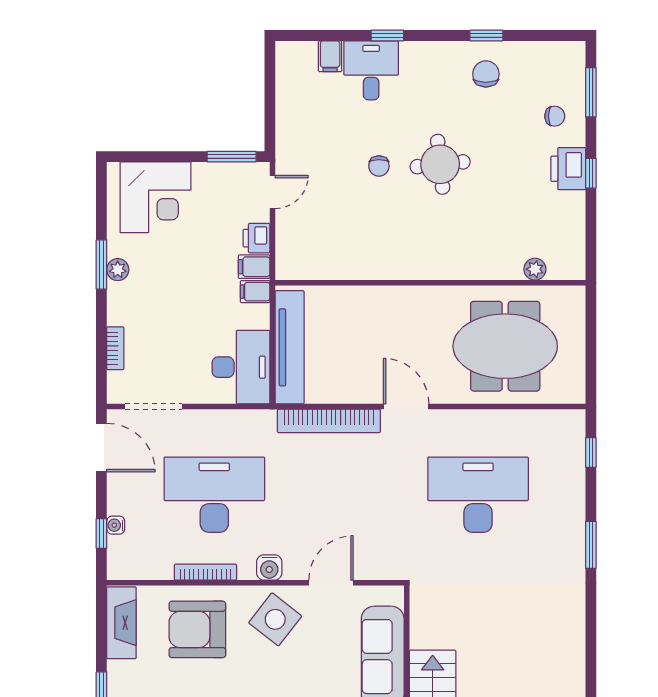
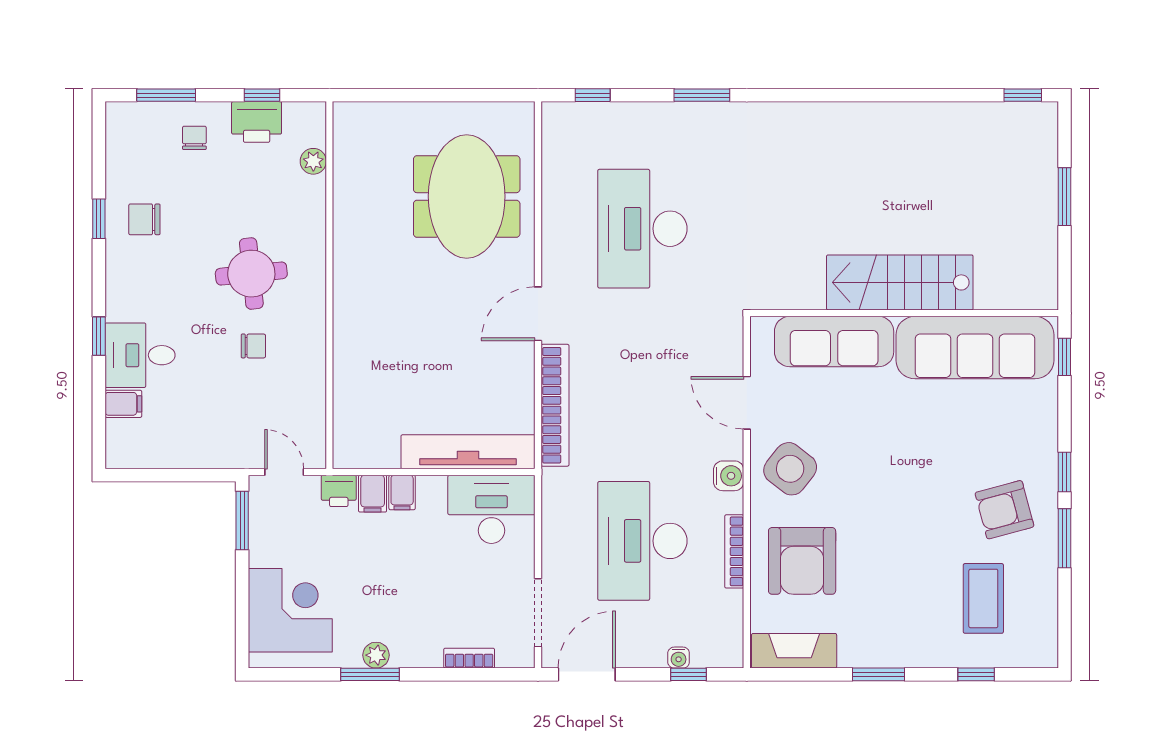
plant: (535, 269) -> (313, 161), moved
wall: (430, 283) -> (329, 285), moved

